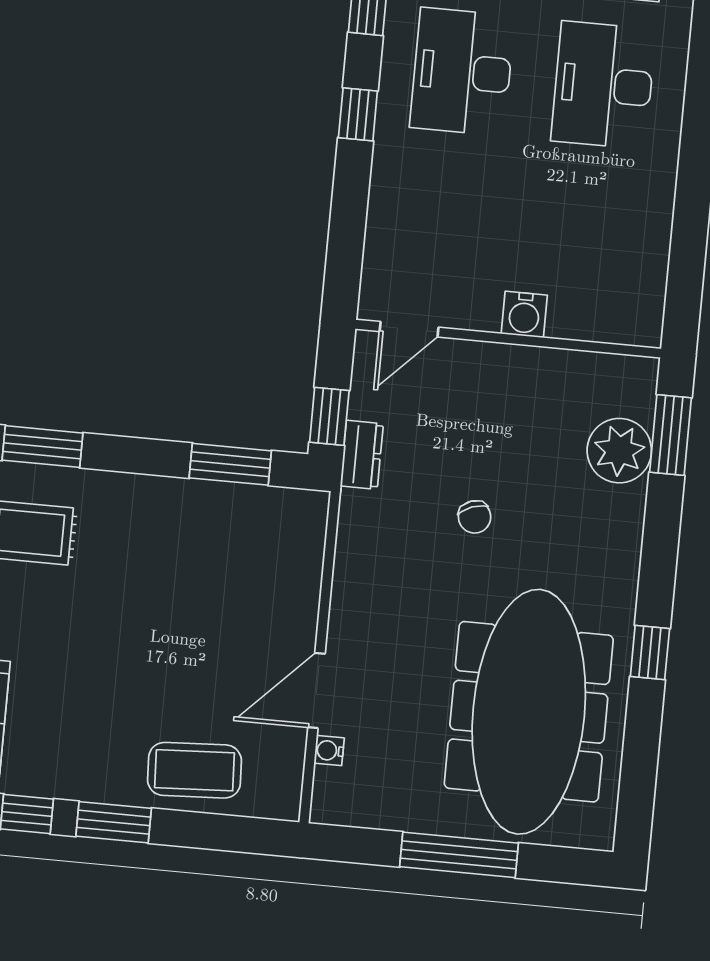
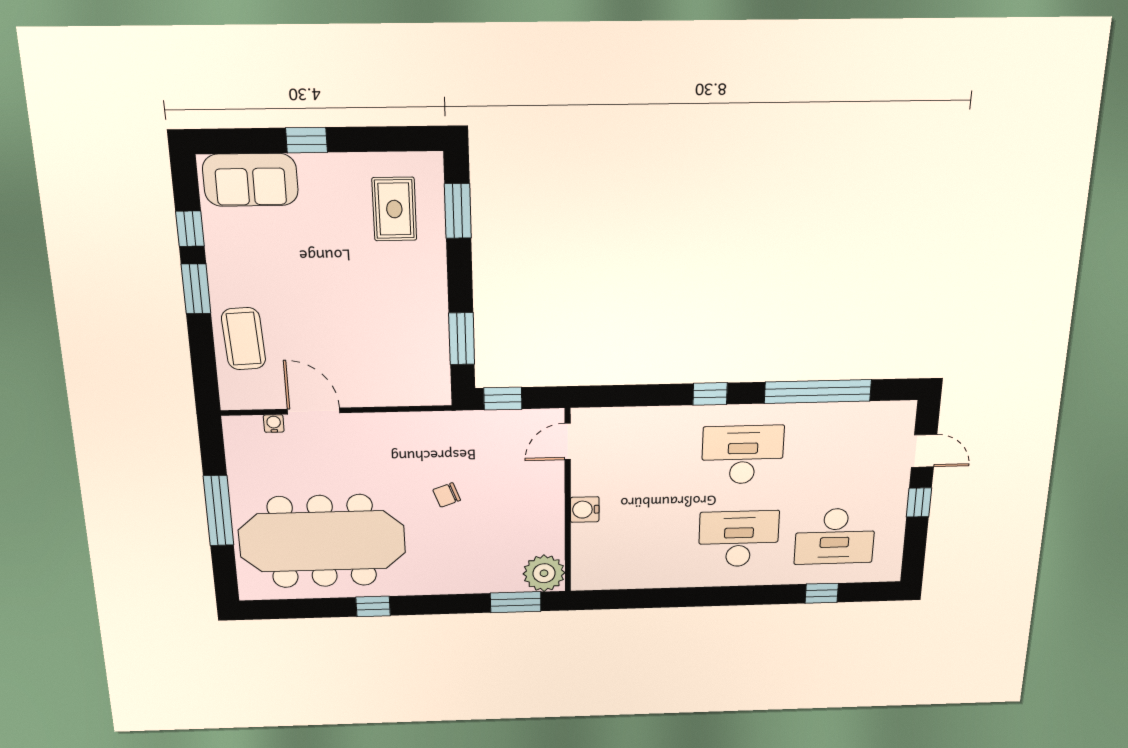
door: (409, 329) -> (568, 441), hinge flipped
plant: (619, 451) -> (544, 573), moved
dresser: (362, 455) -> (479, 422), removed

